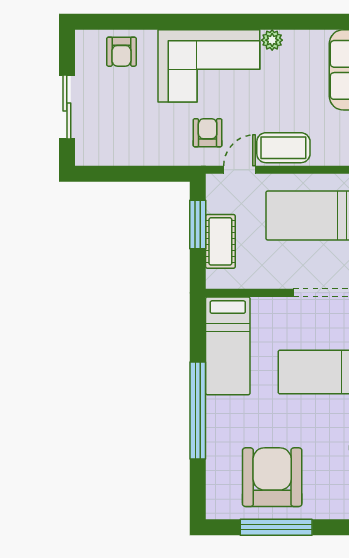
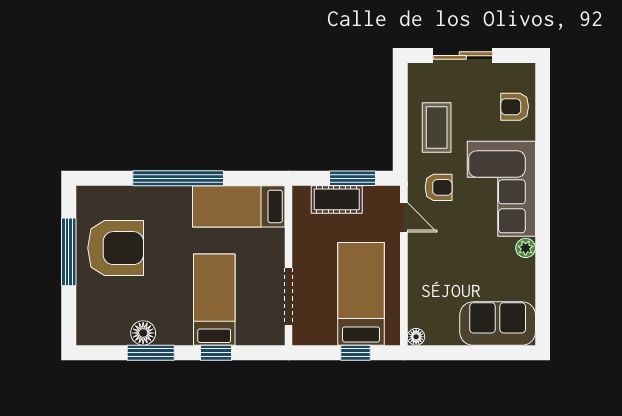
coffee table: (283, 148) -> (437, 128), moved

